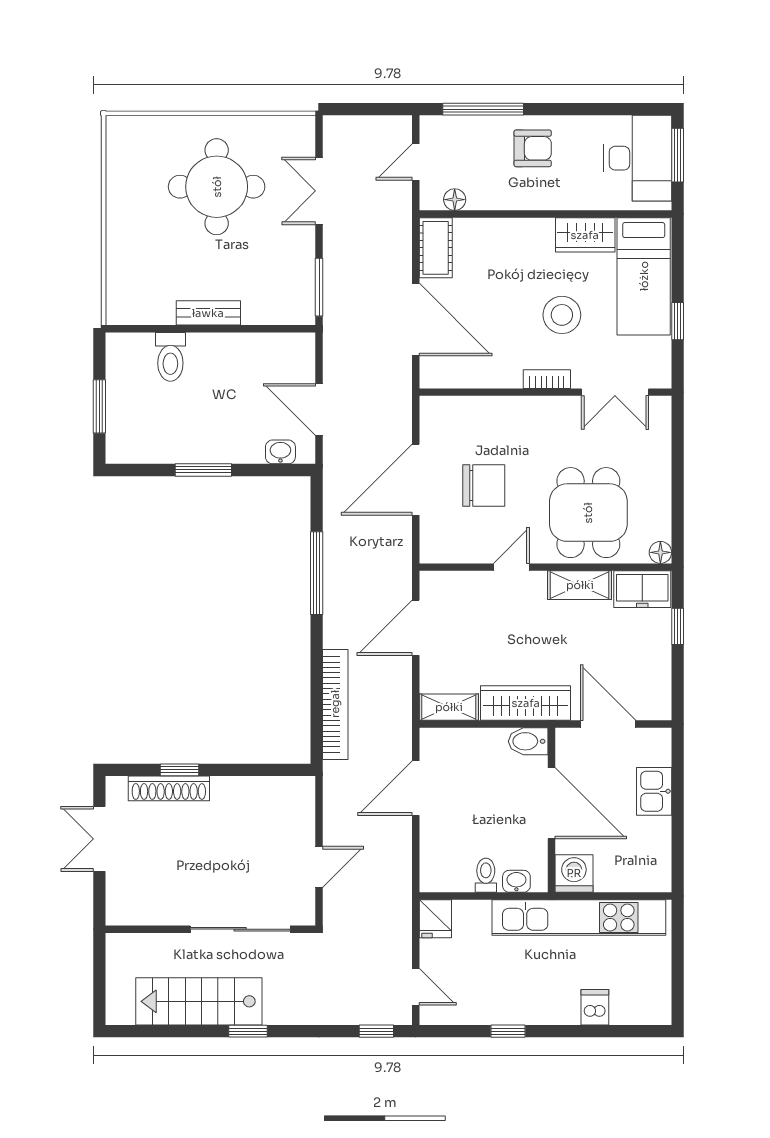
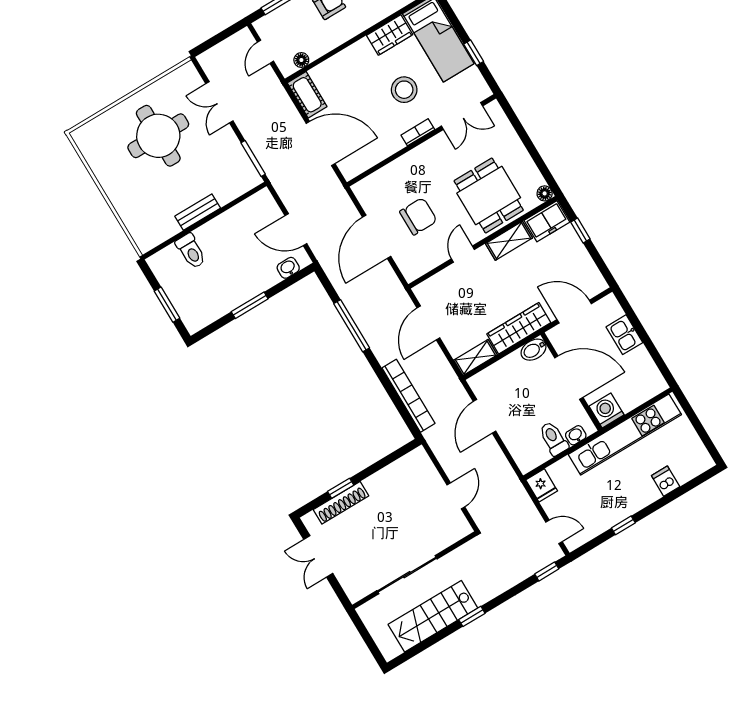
toilet: (486, 875) -> (554, 439), width x1.37, depth x1.39
sliding door: (240, 929) -> (407, 575), moved

